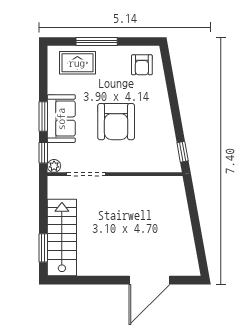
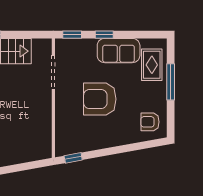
window: (43, 117) -> (104, 35), width x0.67
sofa: (61, 119) -> (119, 51), moved
plant: (54, 166) -> (61, 44), removed

